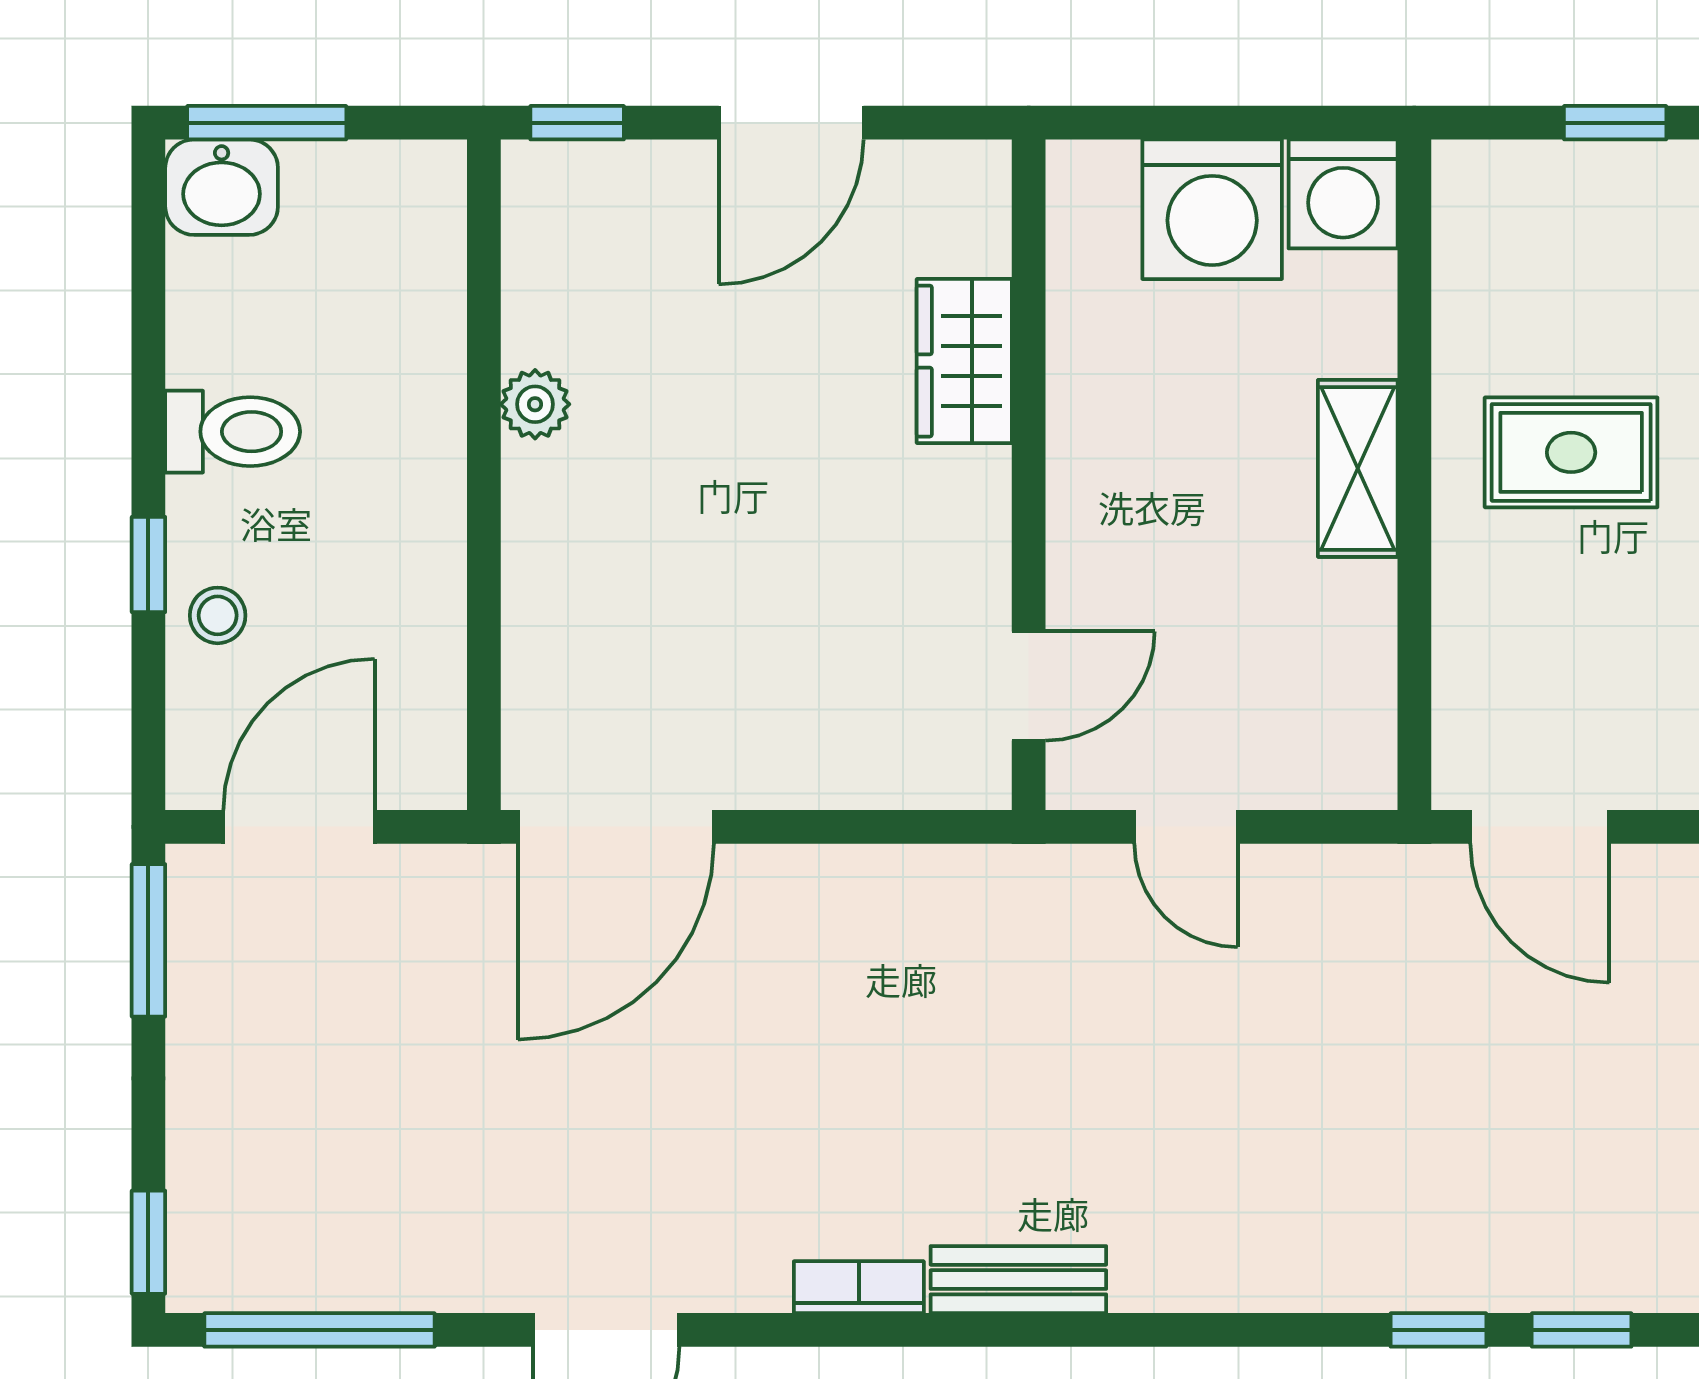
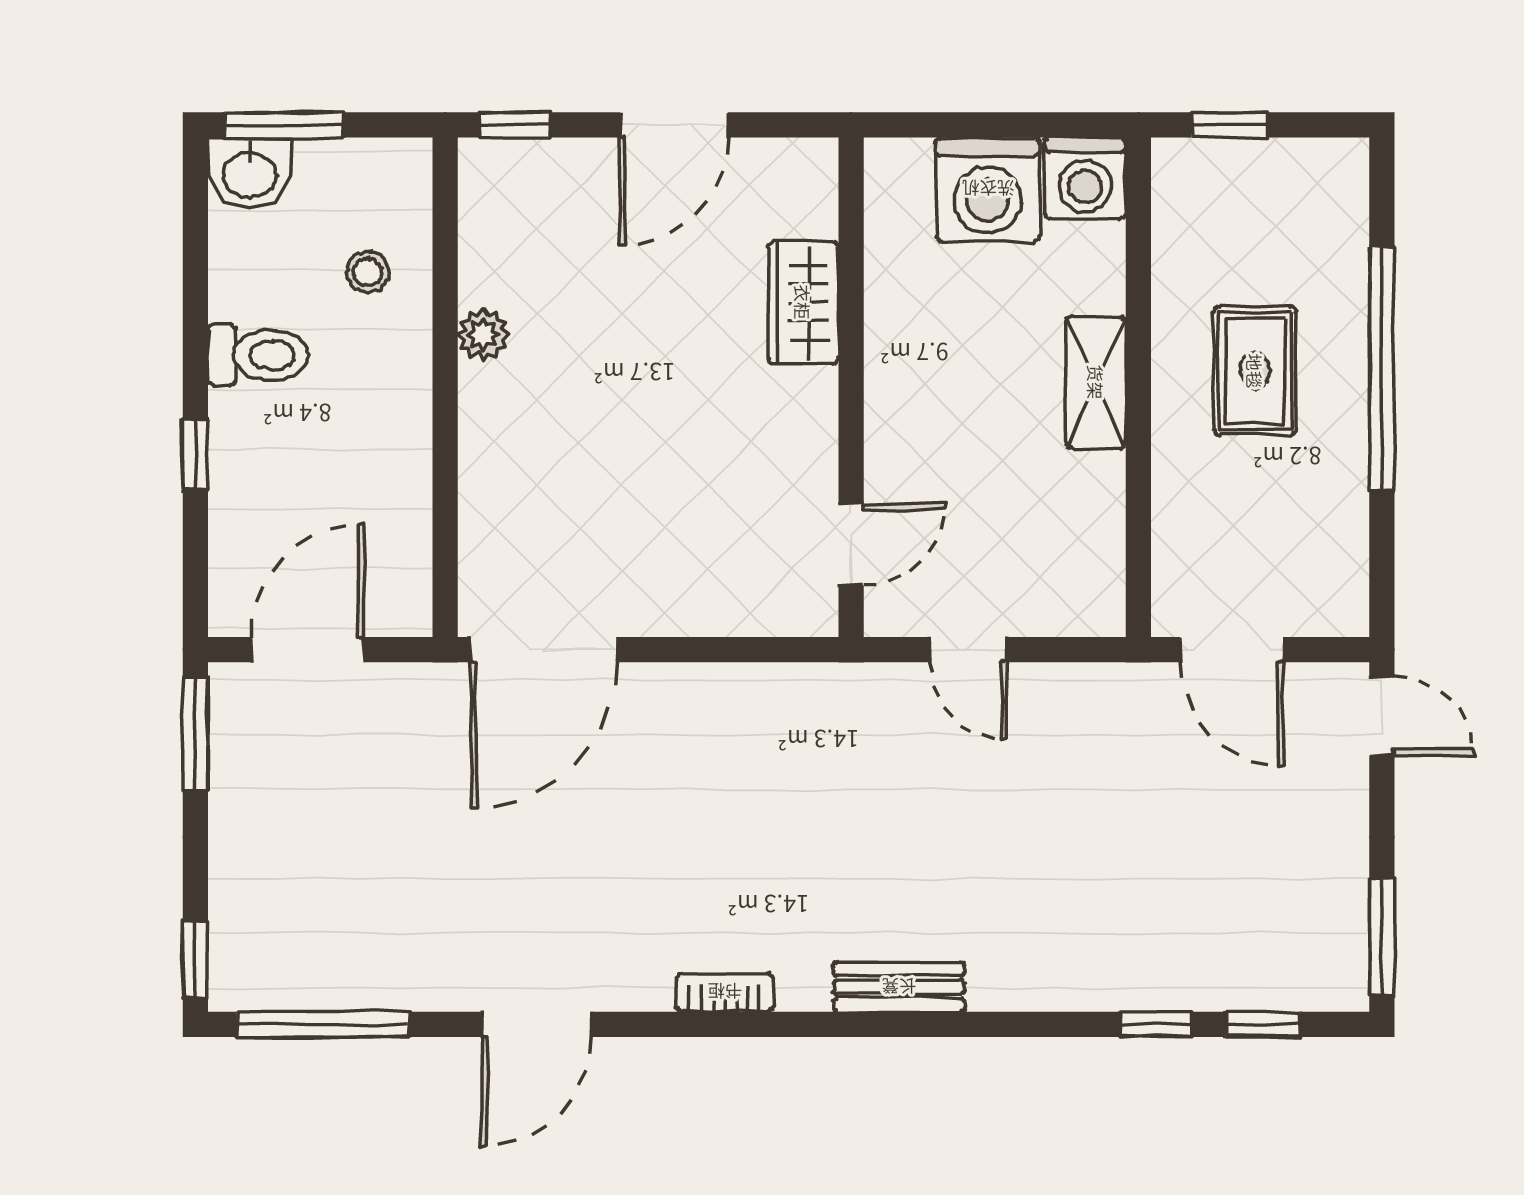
window: (1615, 123) -> (1230, 125), moved
rug: (1571, 452) -> (1255, 371), turned 90
stool: (218, 615) -> (368, 272), moved
bench: (1018, 1280) -> (899, 987), moved

